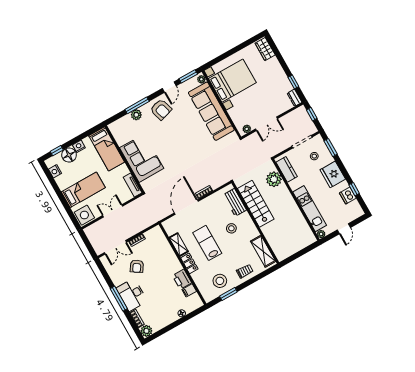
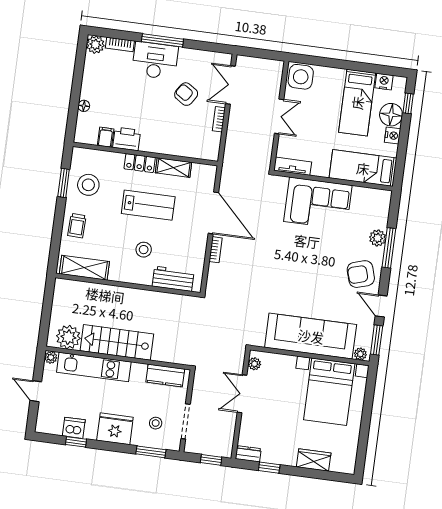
wardrobe: (265, 49) -> (314, 460), moved
plant: (274, 179) -> (68, 337), moved
bed: (83, 190) -> (357, 103), moved
stairs: (256, 204) -> (117, 342), moved, turned 180

